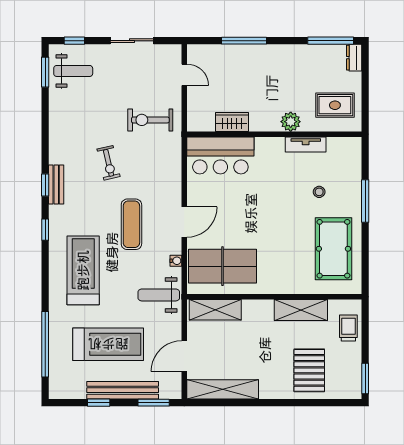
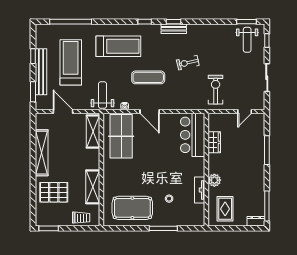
treadmill: (108, 344) -> (71, 62), turned 180
shelving: (223, 389) -> (42, 153), moved

